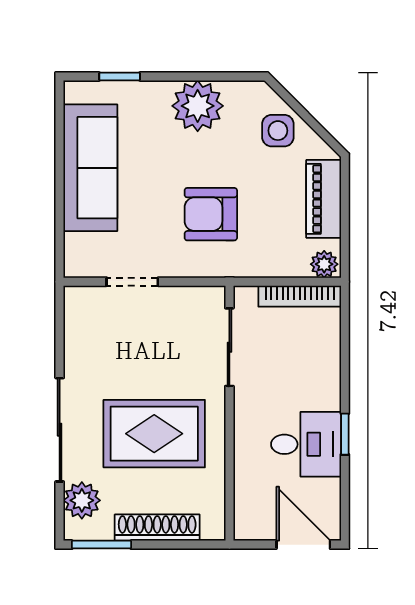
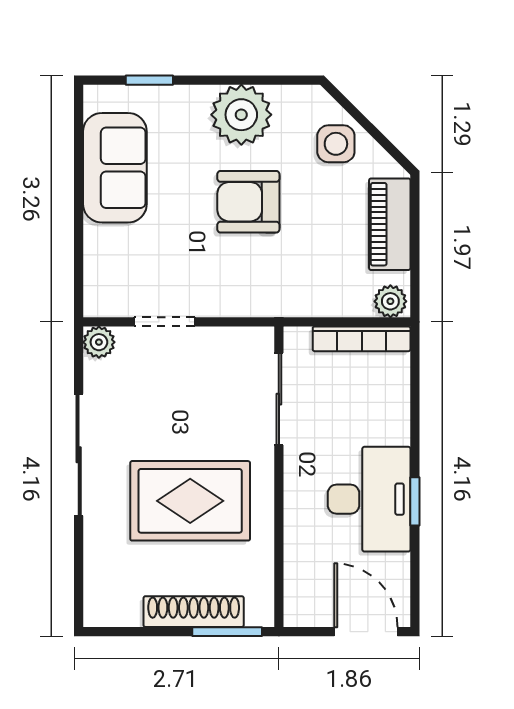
sofa: (90, 168) -> (115, 168), width x0.73
armchair: (211, 214) -> (248, 202), moved
sliding door: (60, 430) -> (79, 455), moved
desk: (306, 444) -> (369, 499), width x1.37
plant: (82, 500) -> (99, 342), moved, width x0.73, depth x0.73
window: (101, 545) -> (227, 632), moved

